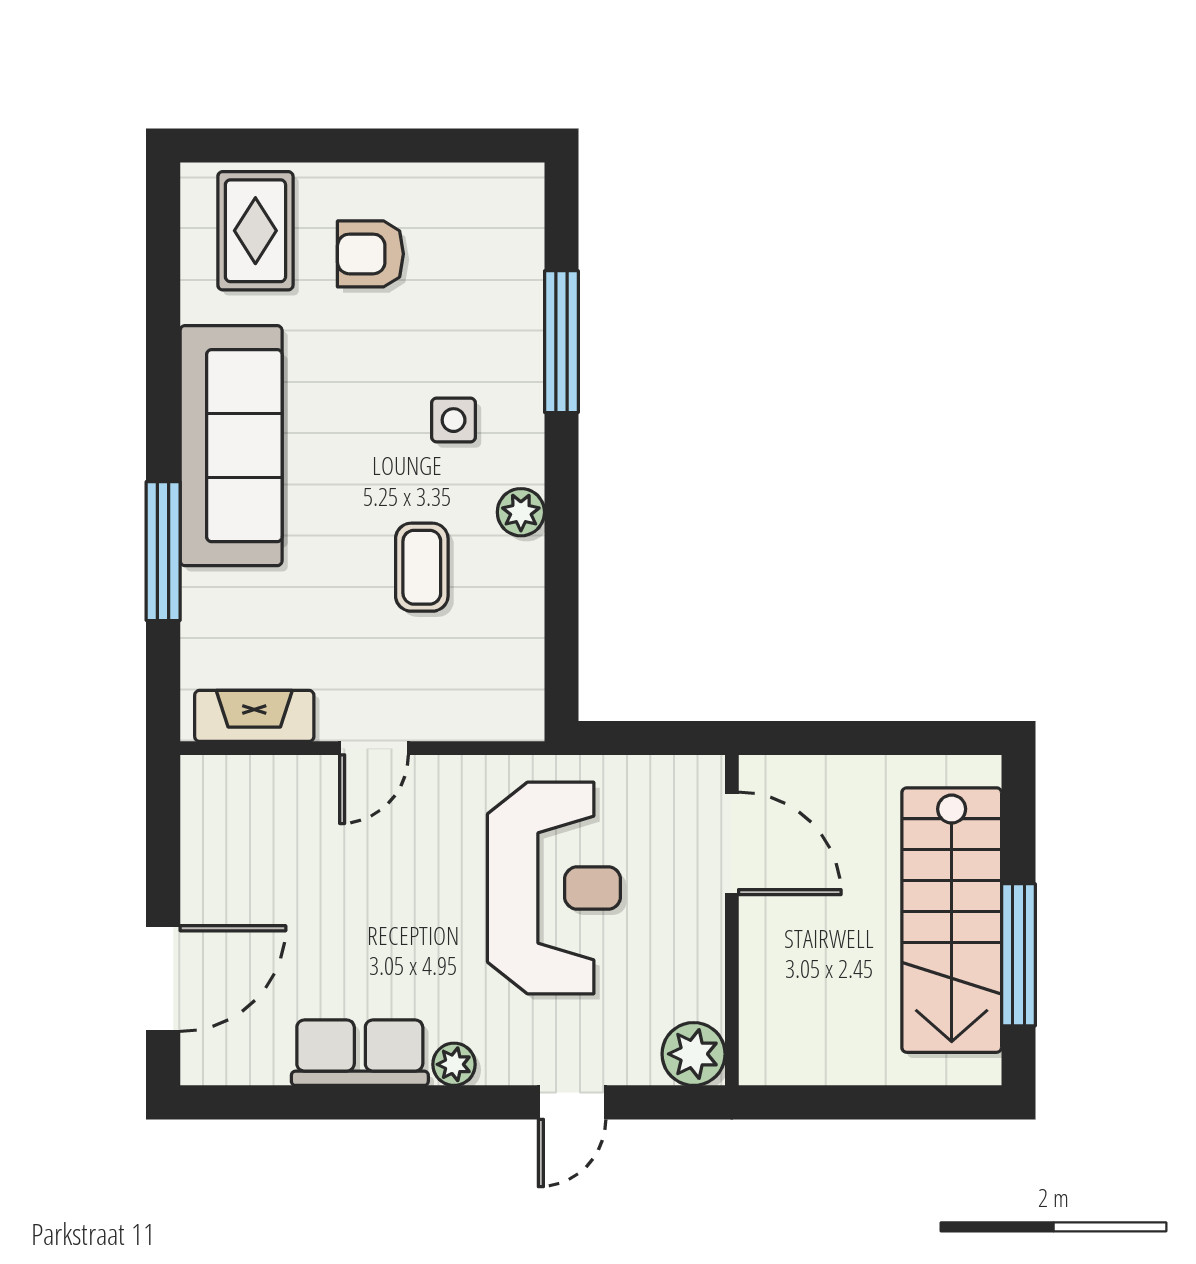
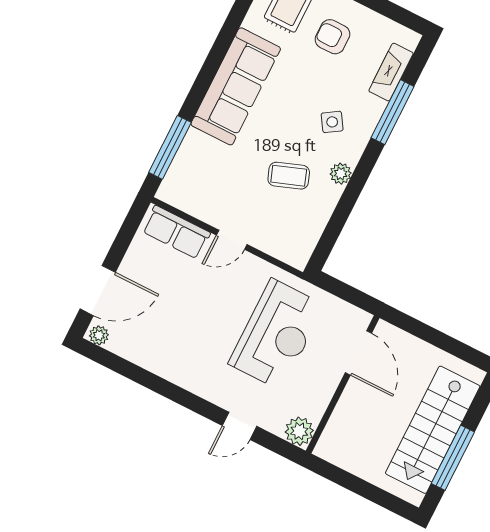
side table: (454, 420) -> (332, 122), turned -33
window: (163, 551) -> (170, 147), moved
coffee table: (422, 567) -> (289, 176), turned 70
fireplace: (254, 716) -> (391, 72), moved, turned -90
row of seats: (360, 1053) -> (176, 232), moved, turned 180
plant: (454, 1064) -> (99, 335), moved

